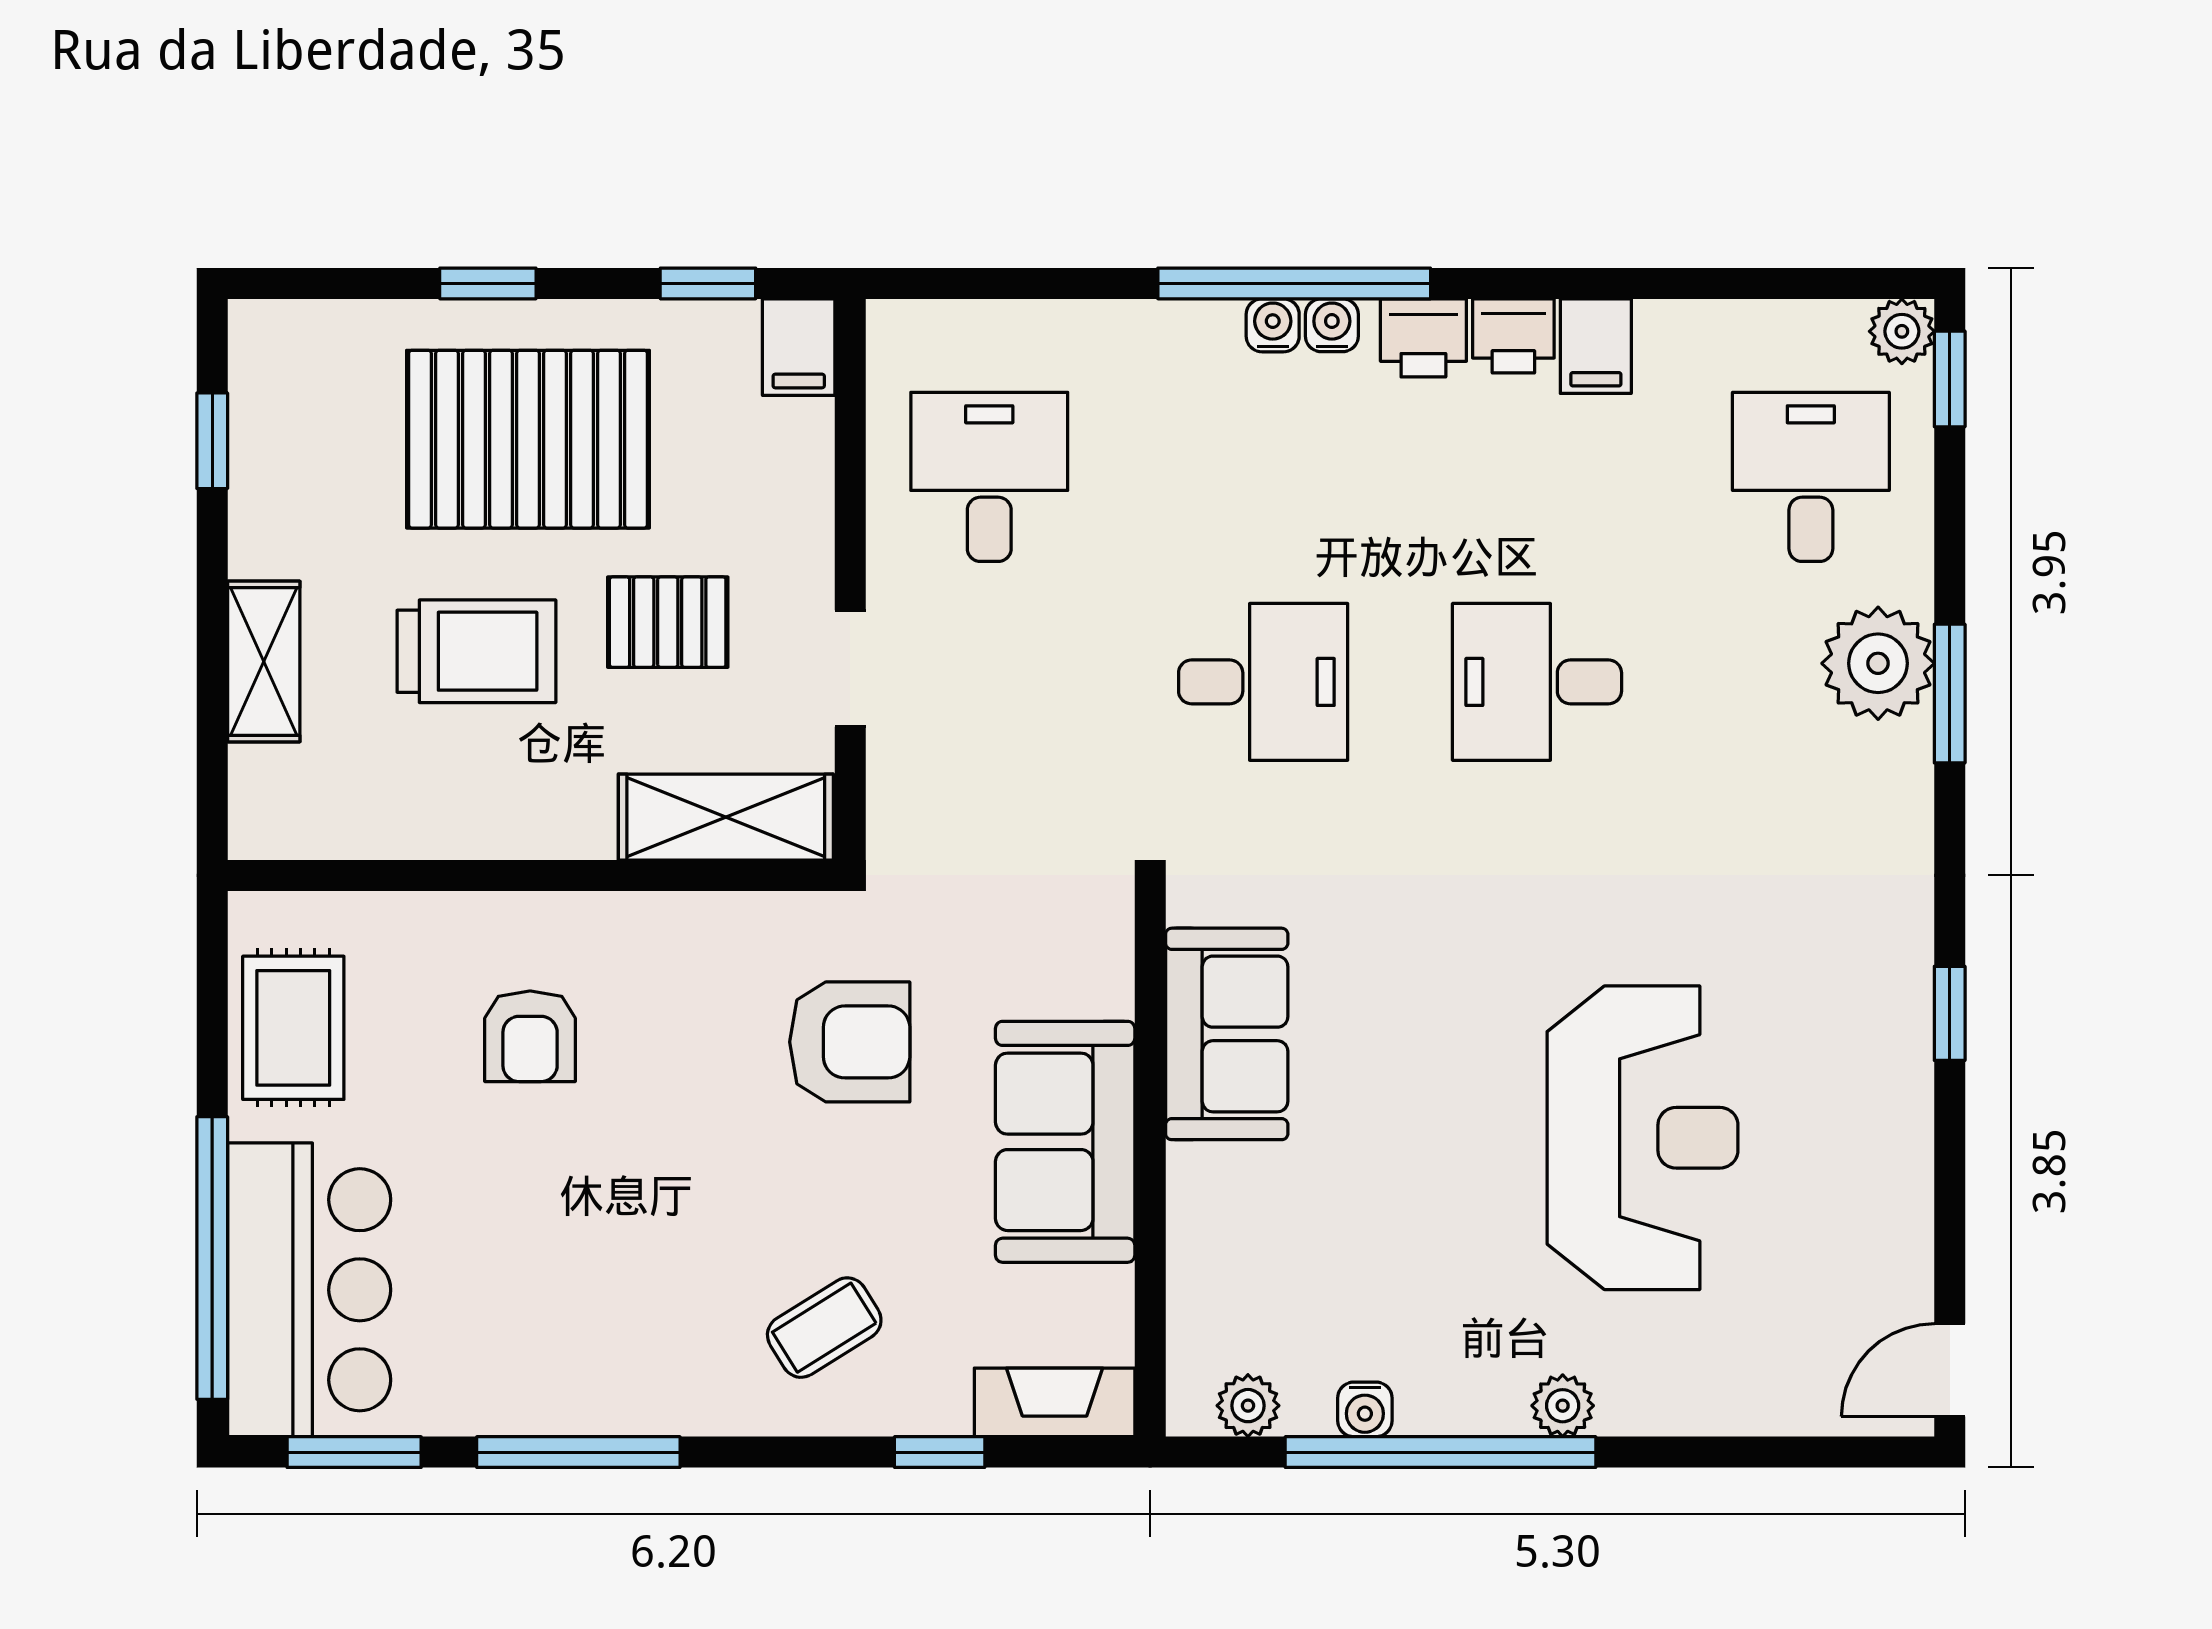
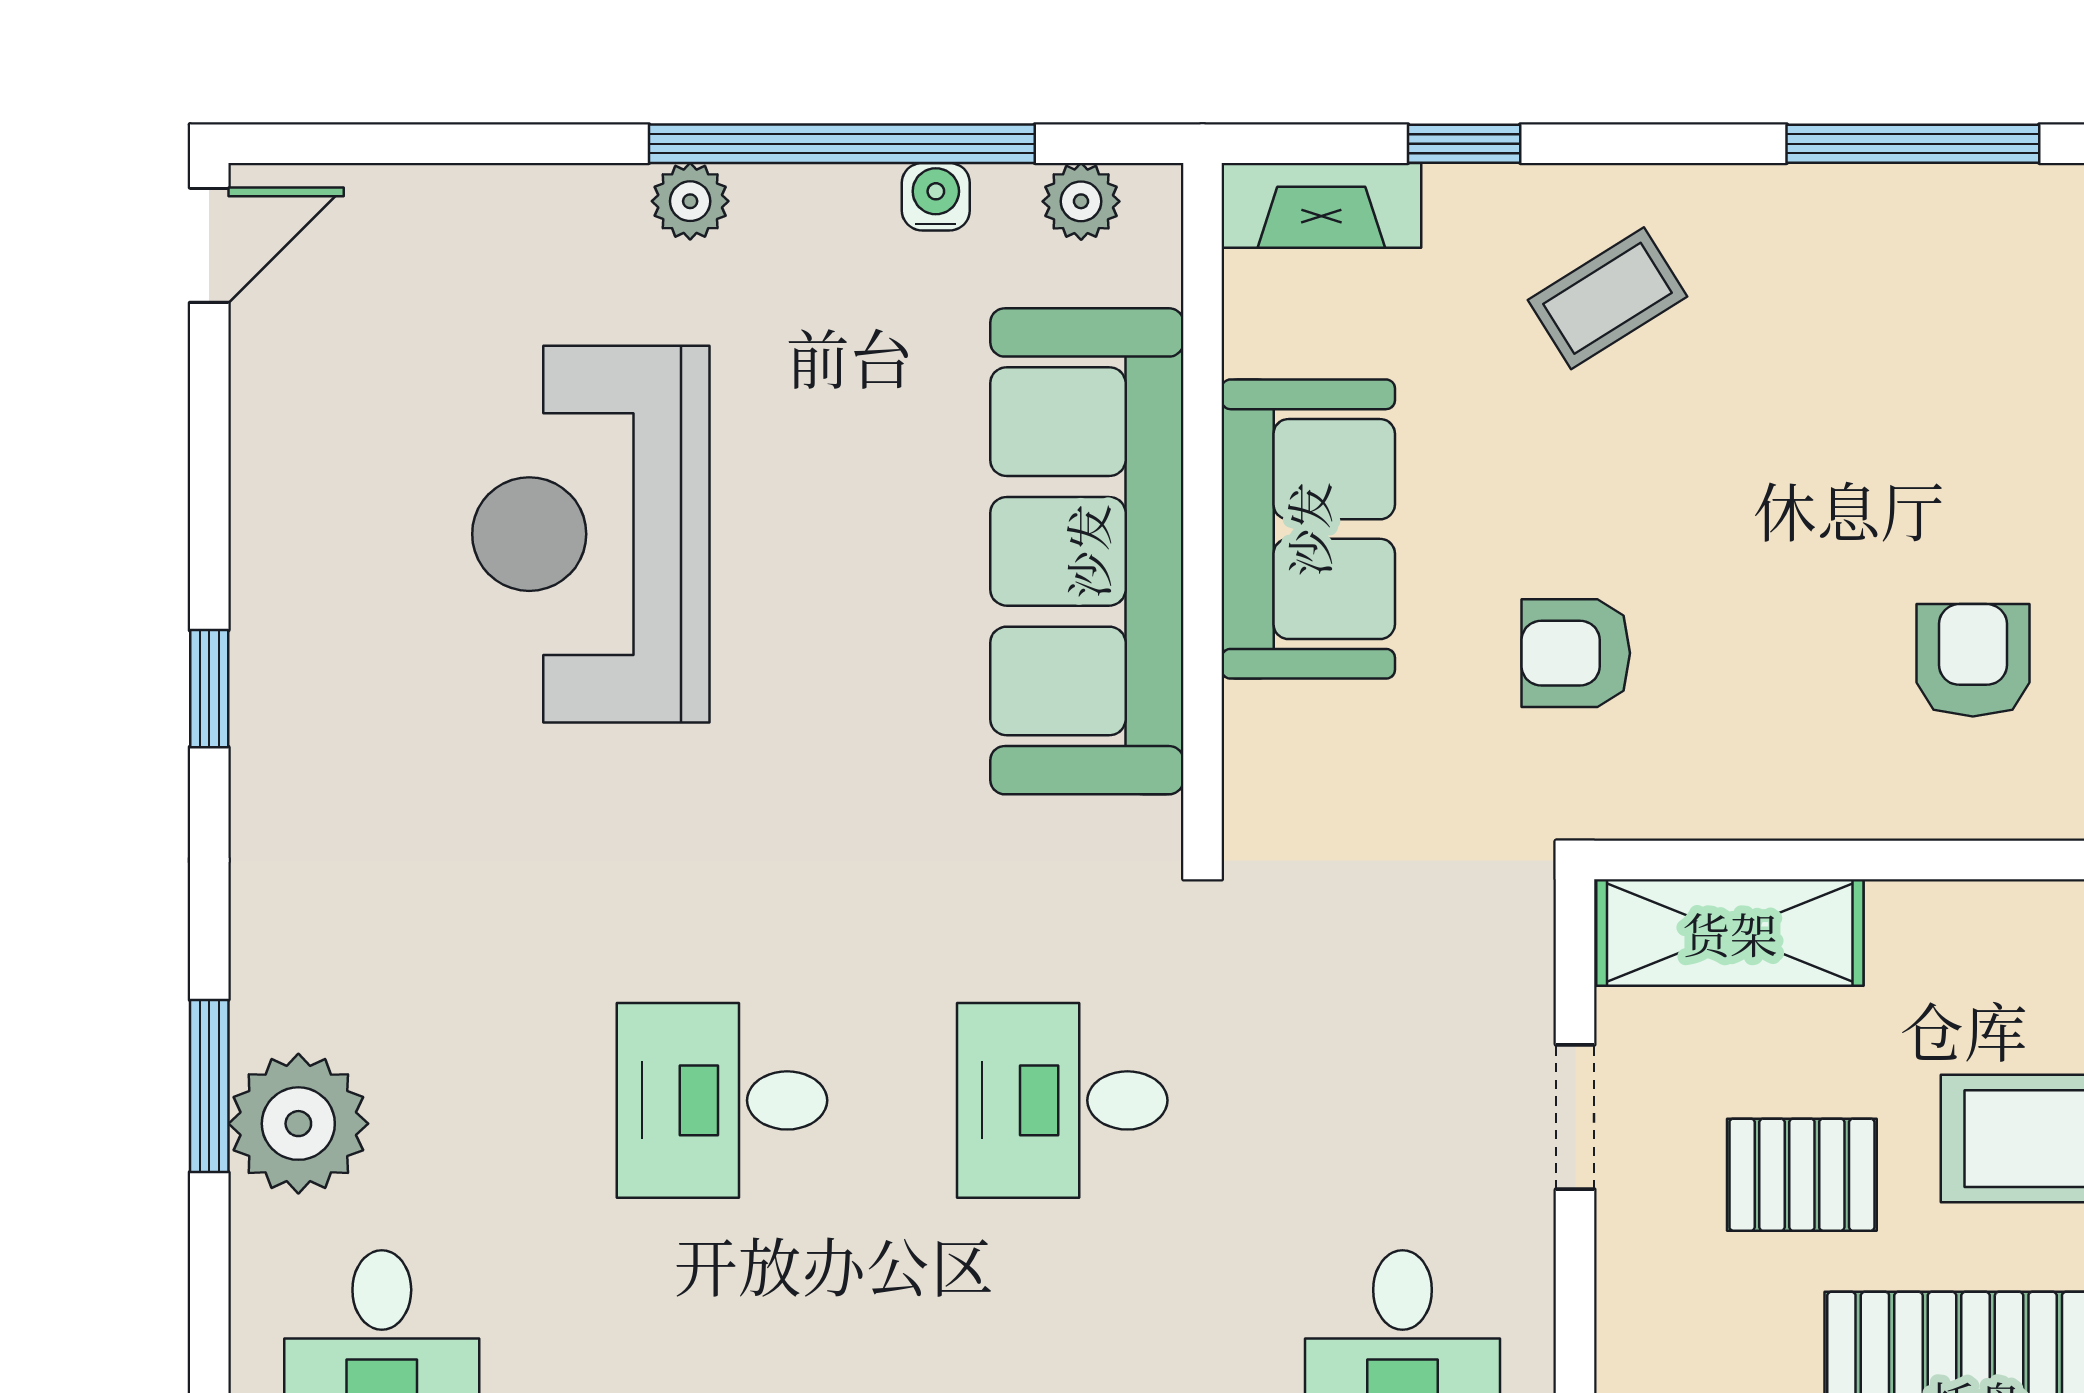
desk: (1537, 682) -> (722, 1100), turned 180
sofa: (1227, 1034) -> (1087, 551), width x1.85, depth x1.27
armchair: (850, 1042) -> (1576, 653), width x0.72, depth x0.72

